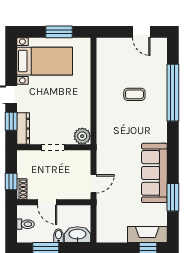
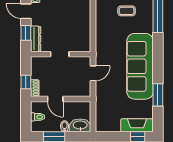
plant: (82, 136) -> (84, 45), removed
sofa: (154, 173) -> (140, 66), width x1.36, depth x1.27
door: (93, 184) -> (93, 73), moved

